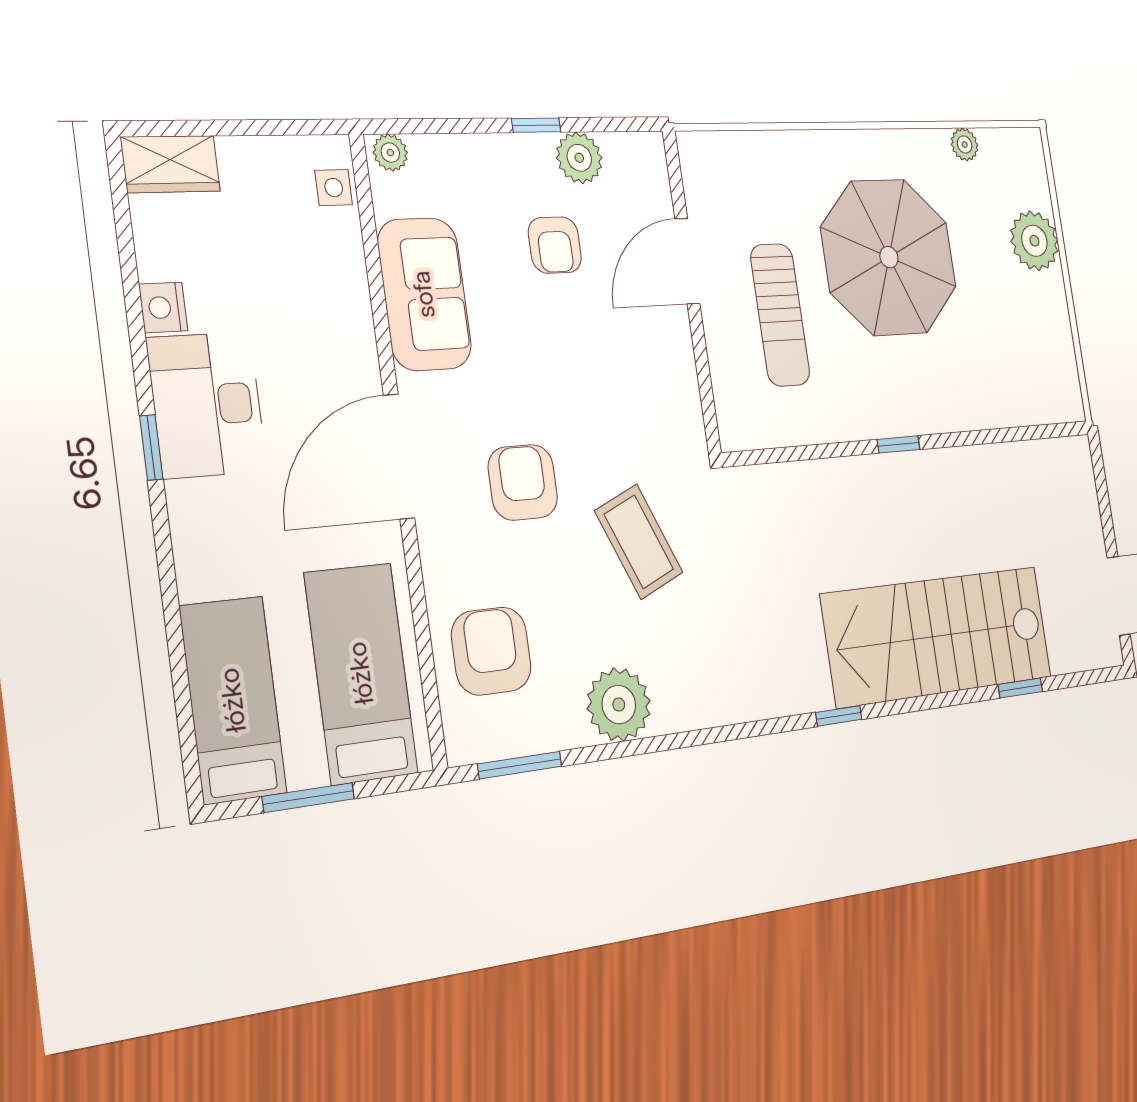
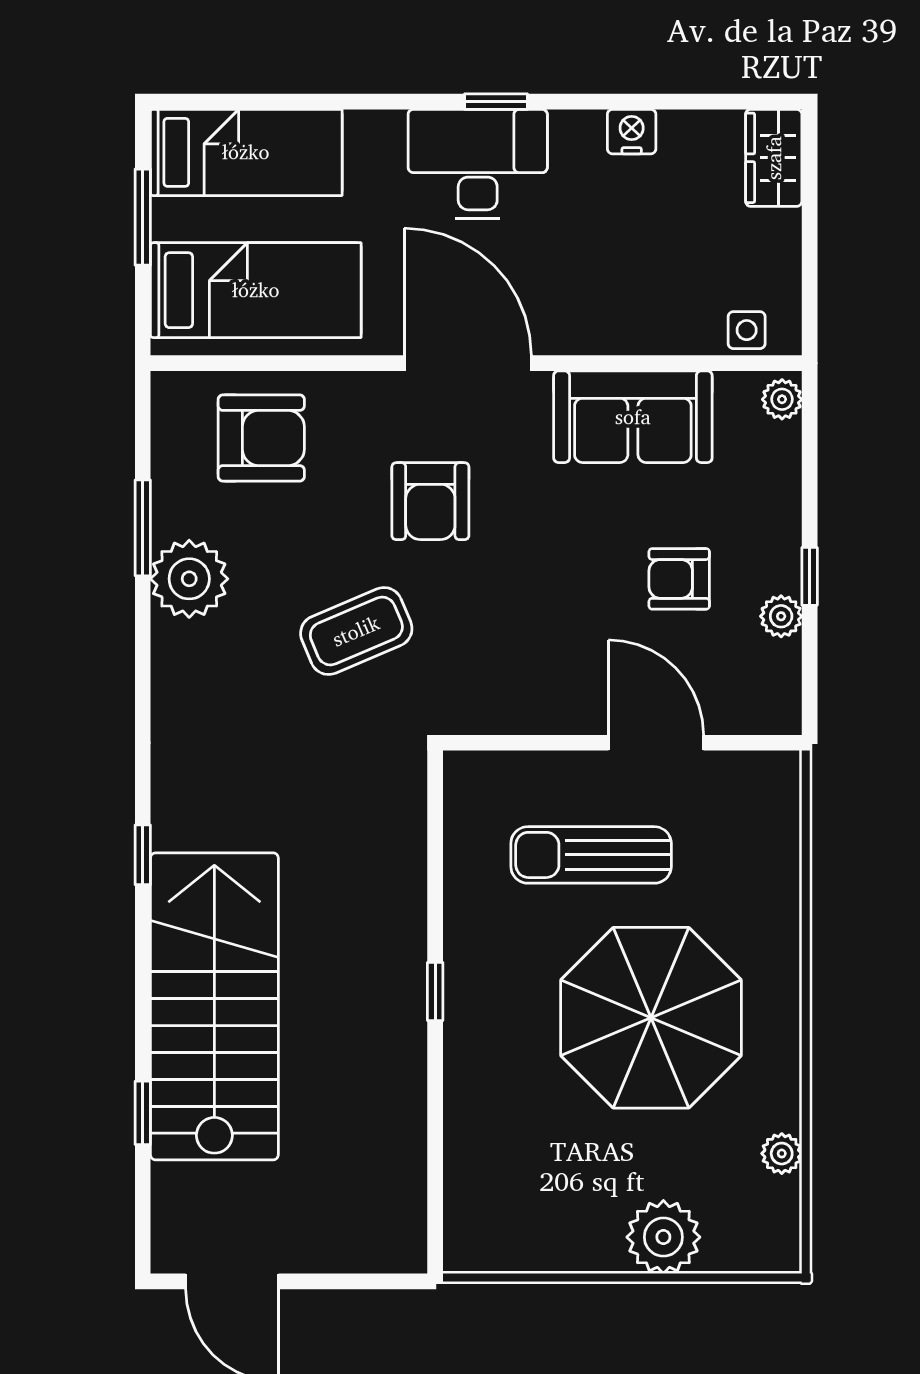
plant: (579, 158) -> (781, 616), width x0.73, depth x0.73
desk: (207, 405) -> (478, 164), moved
armchair: (523, 482) -> (430, 501), turned 90
window: (520, 765) -> (143, 528), moved

